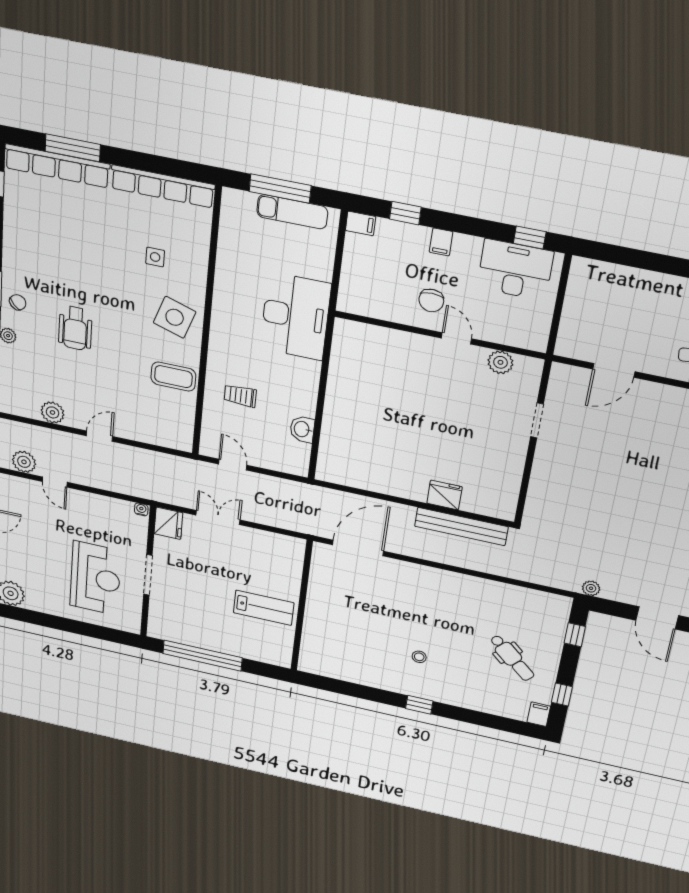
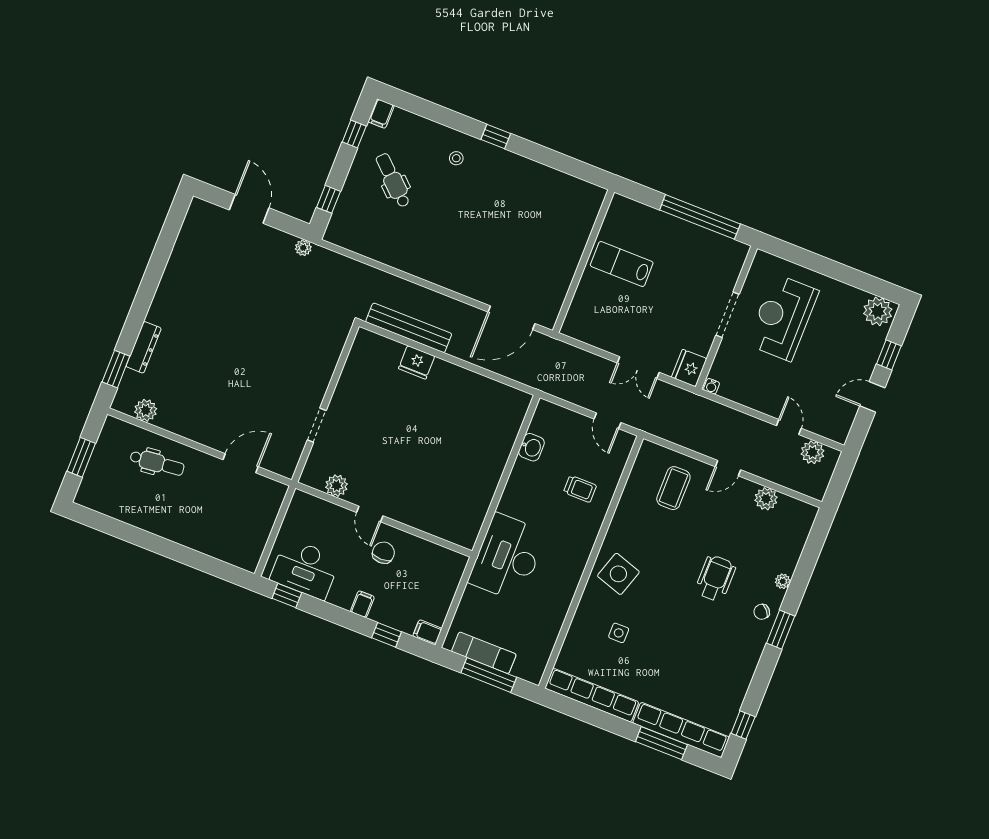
coffee table: (173, 377) -> (673, 488), moved, turned 90
stool: (419, 657) -> (456, 158), moved

